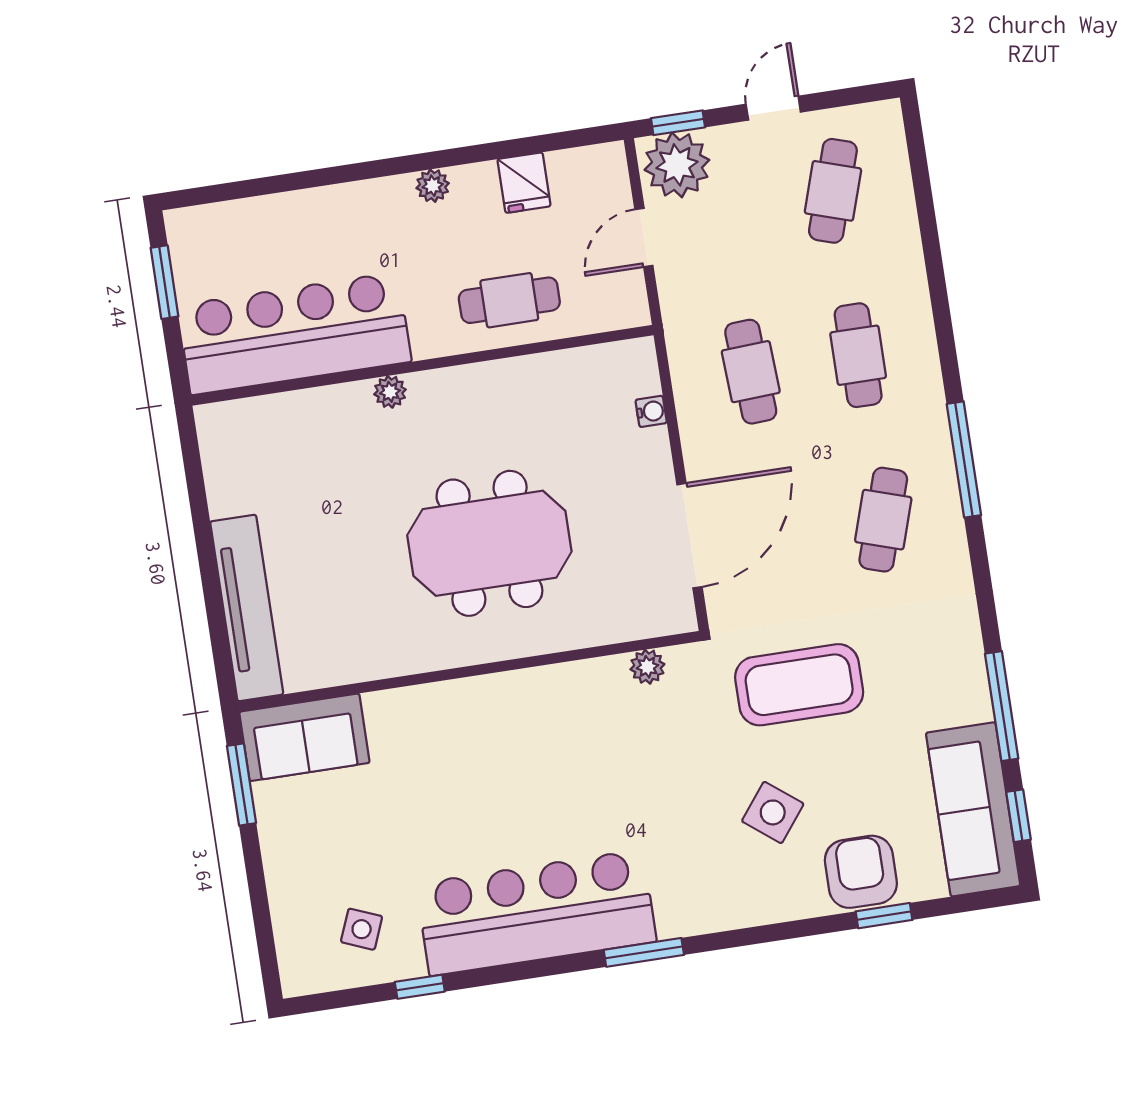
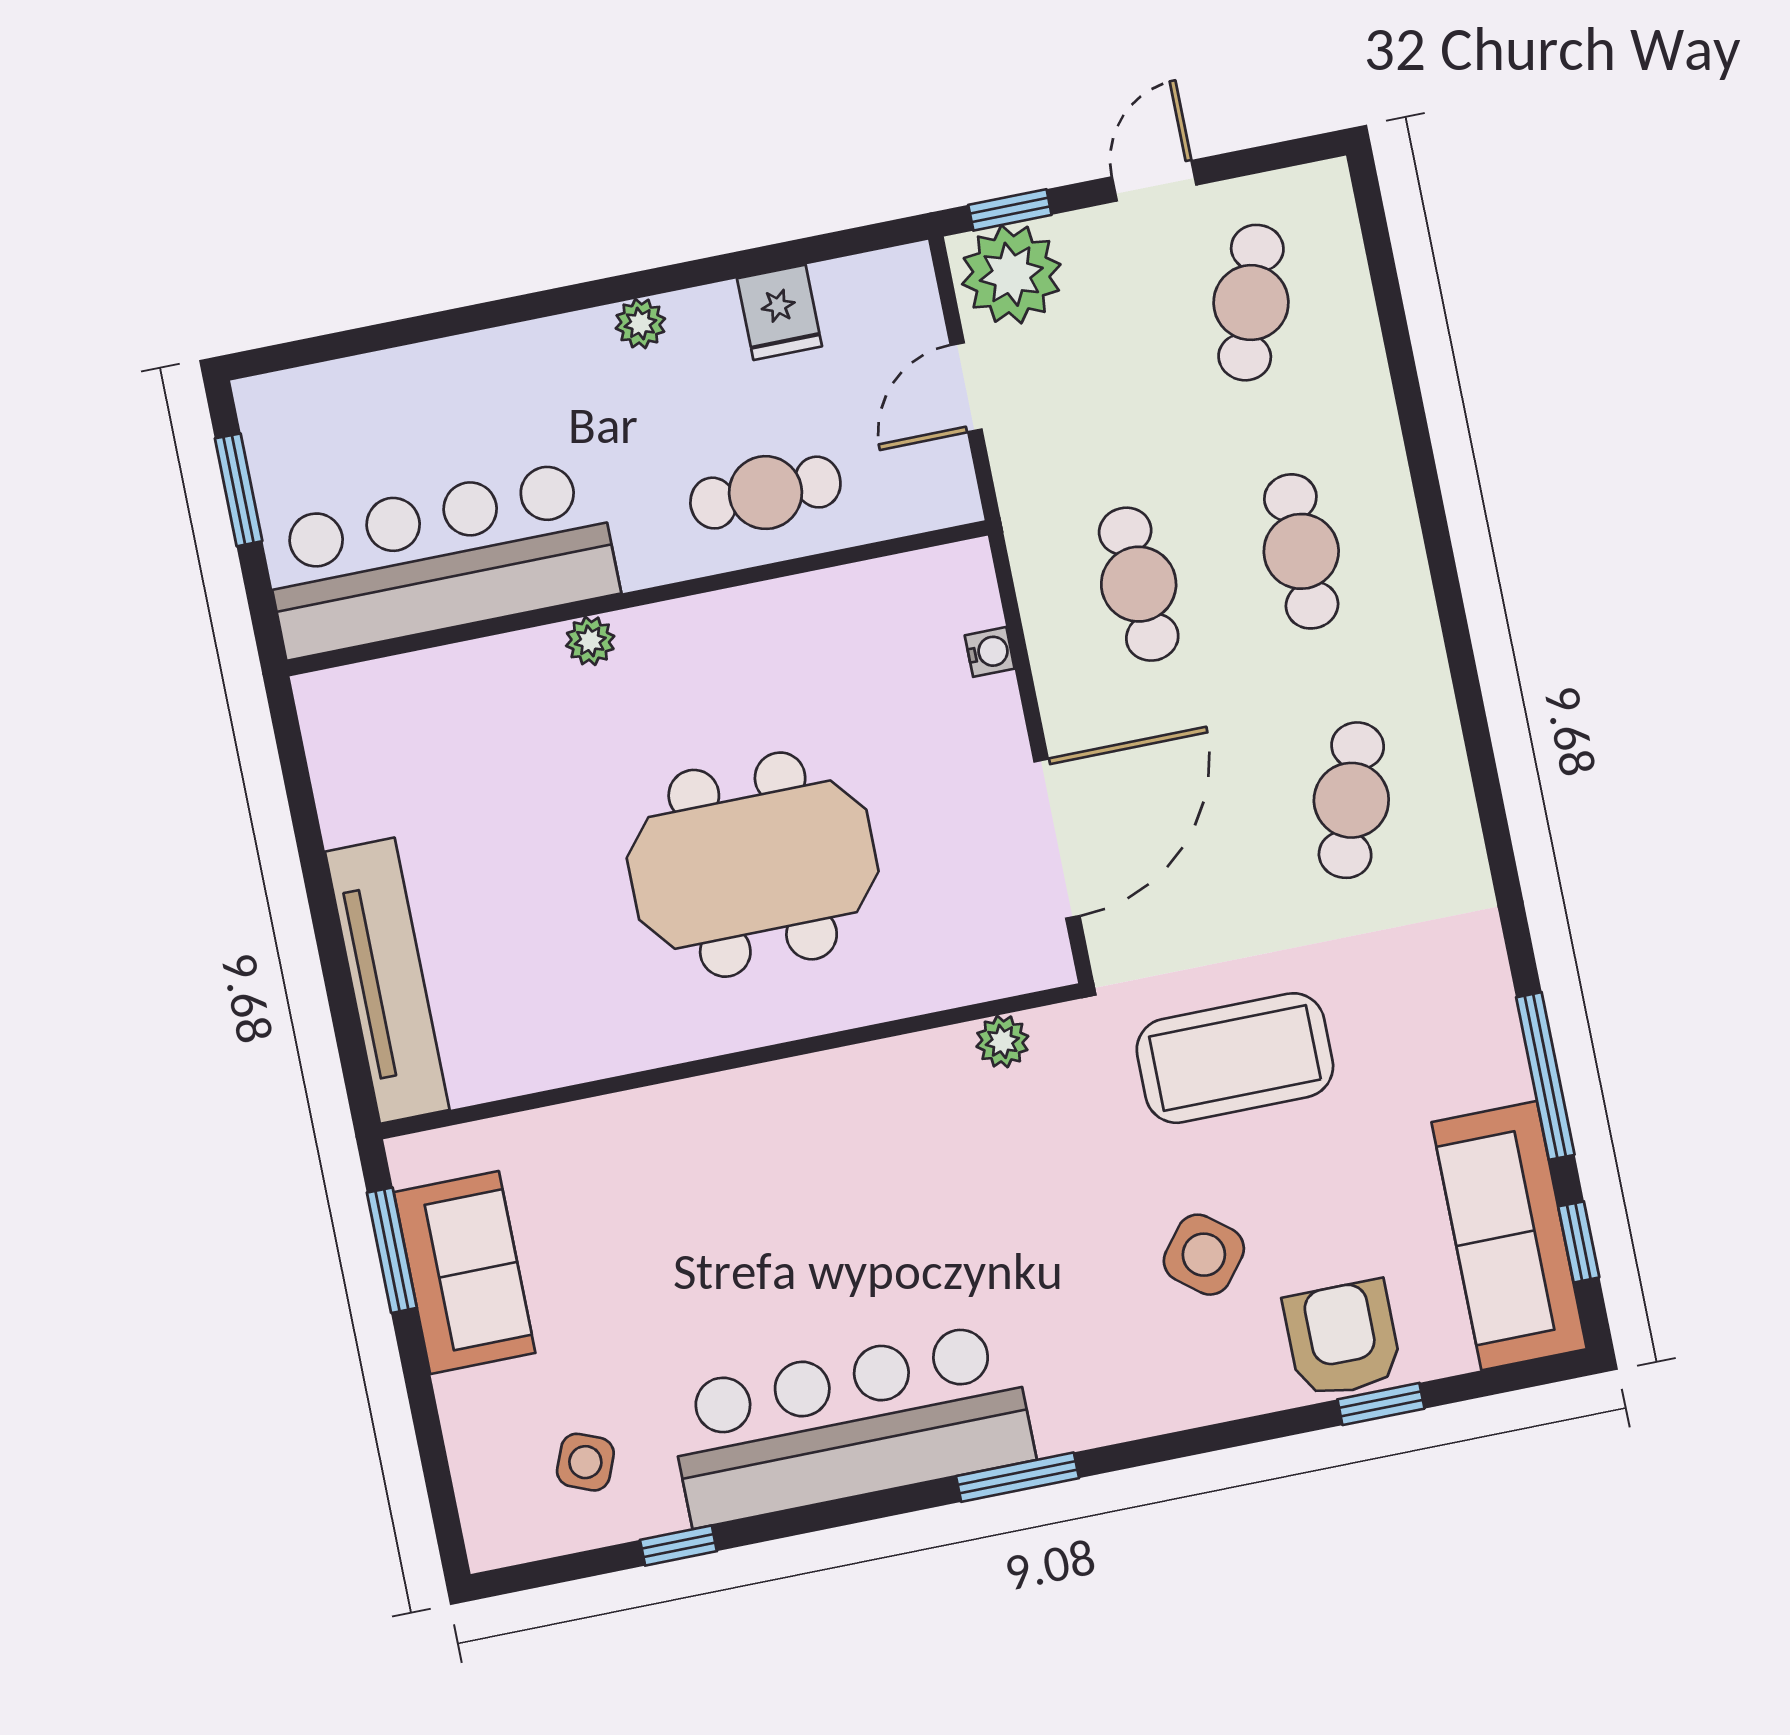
window: (964, 459) -> (1470, 703), removed
sofa: (304, 737) -> (465, 1273), moved, turned -90

